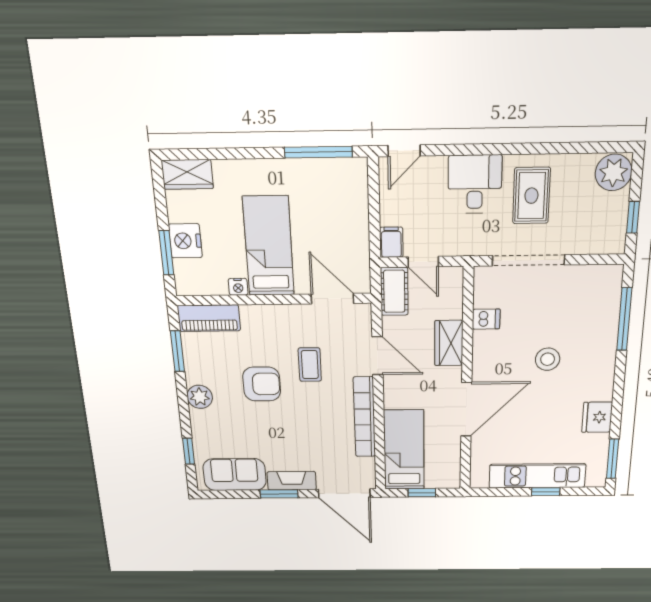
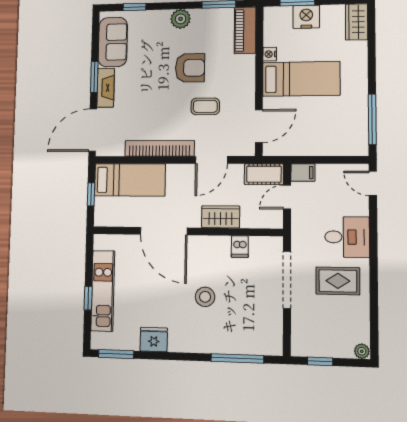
plant: (614, 172) -> (362, 351), width x0.53, depth x0.53
armchair: (262, 384) -> (190, 68), turned -90

